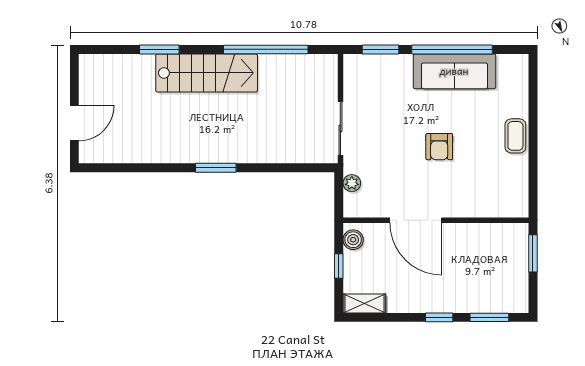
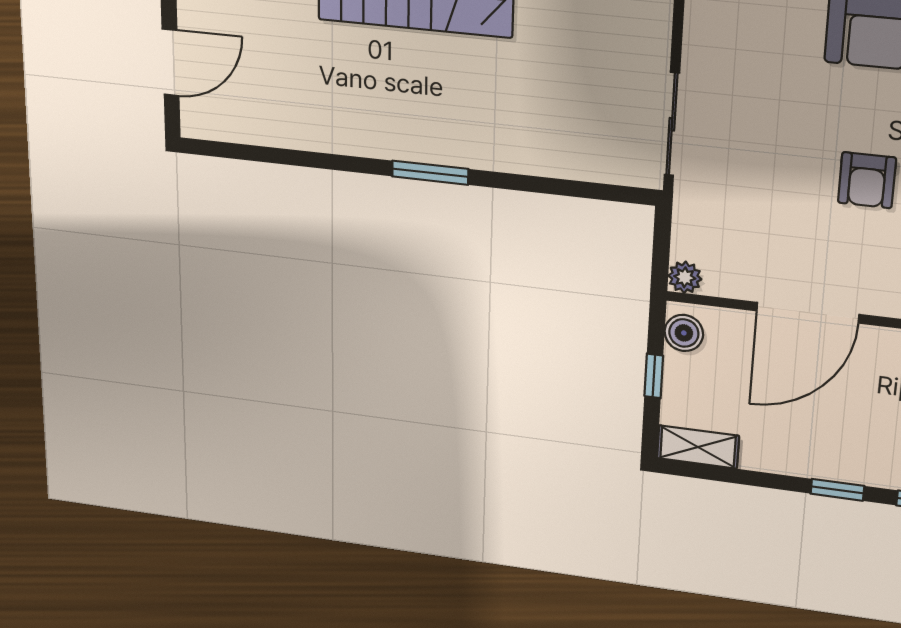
plant: (352, 183) -> (685, 277), moved
door: (416, 220) -> (808, 313), hinge flipped

